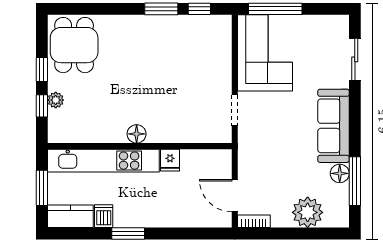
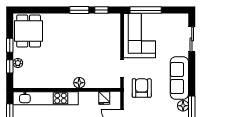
floor lamp: (137, 134) -> (79, 83), moved
armchair: (269, 143) -> (142, 88), added
fridge: (170, 160) -> (104, 98), moved

